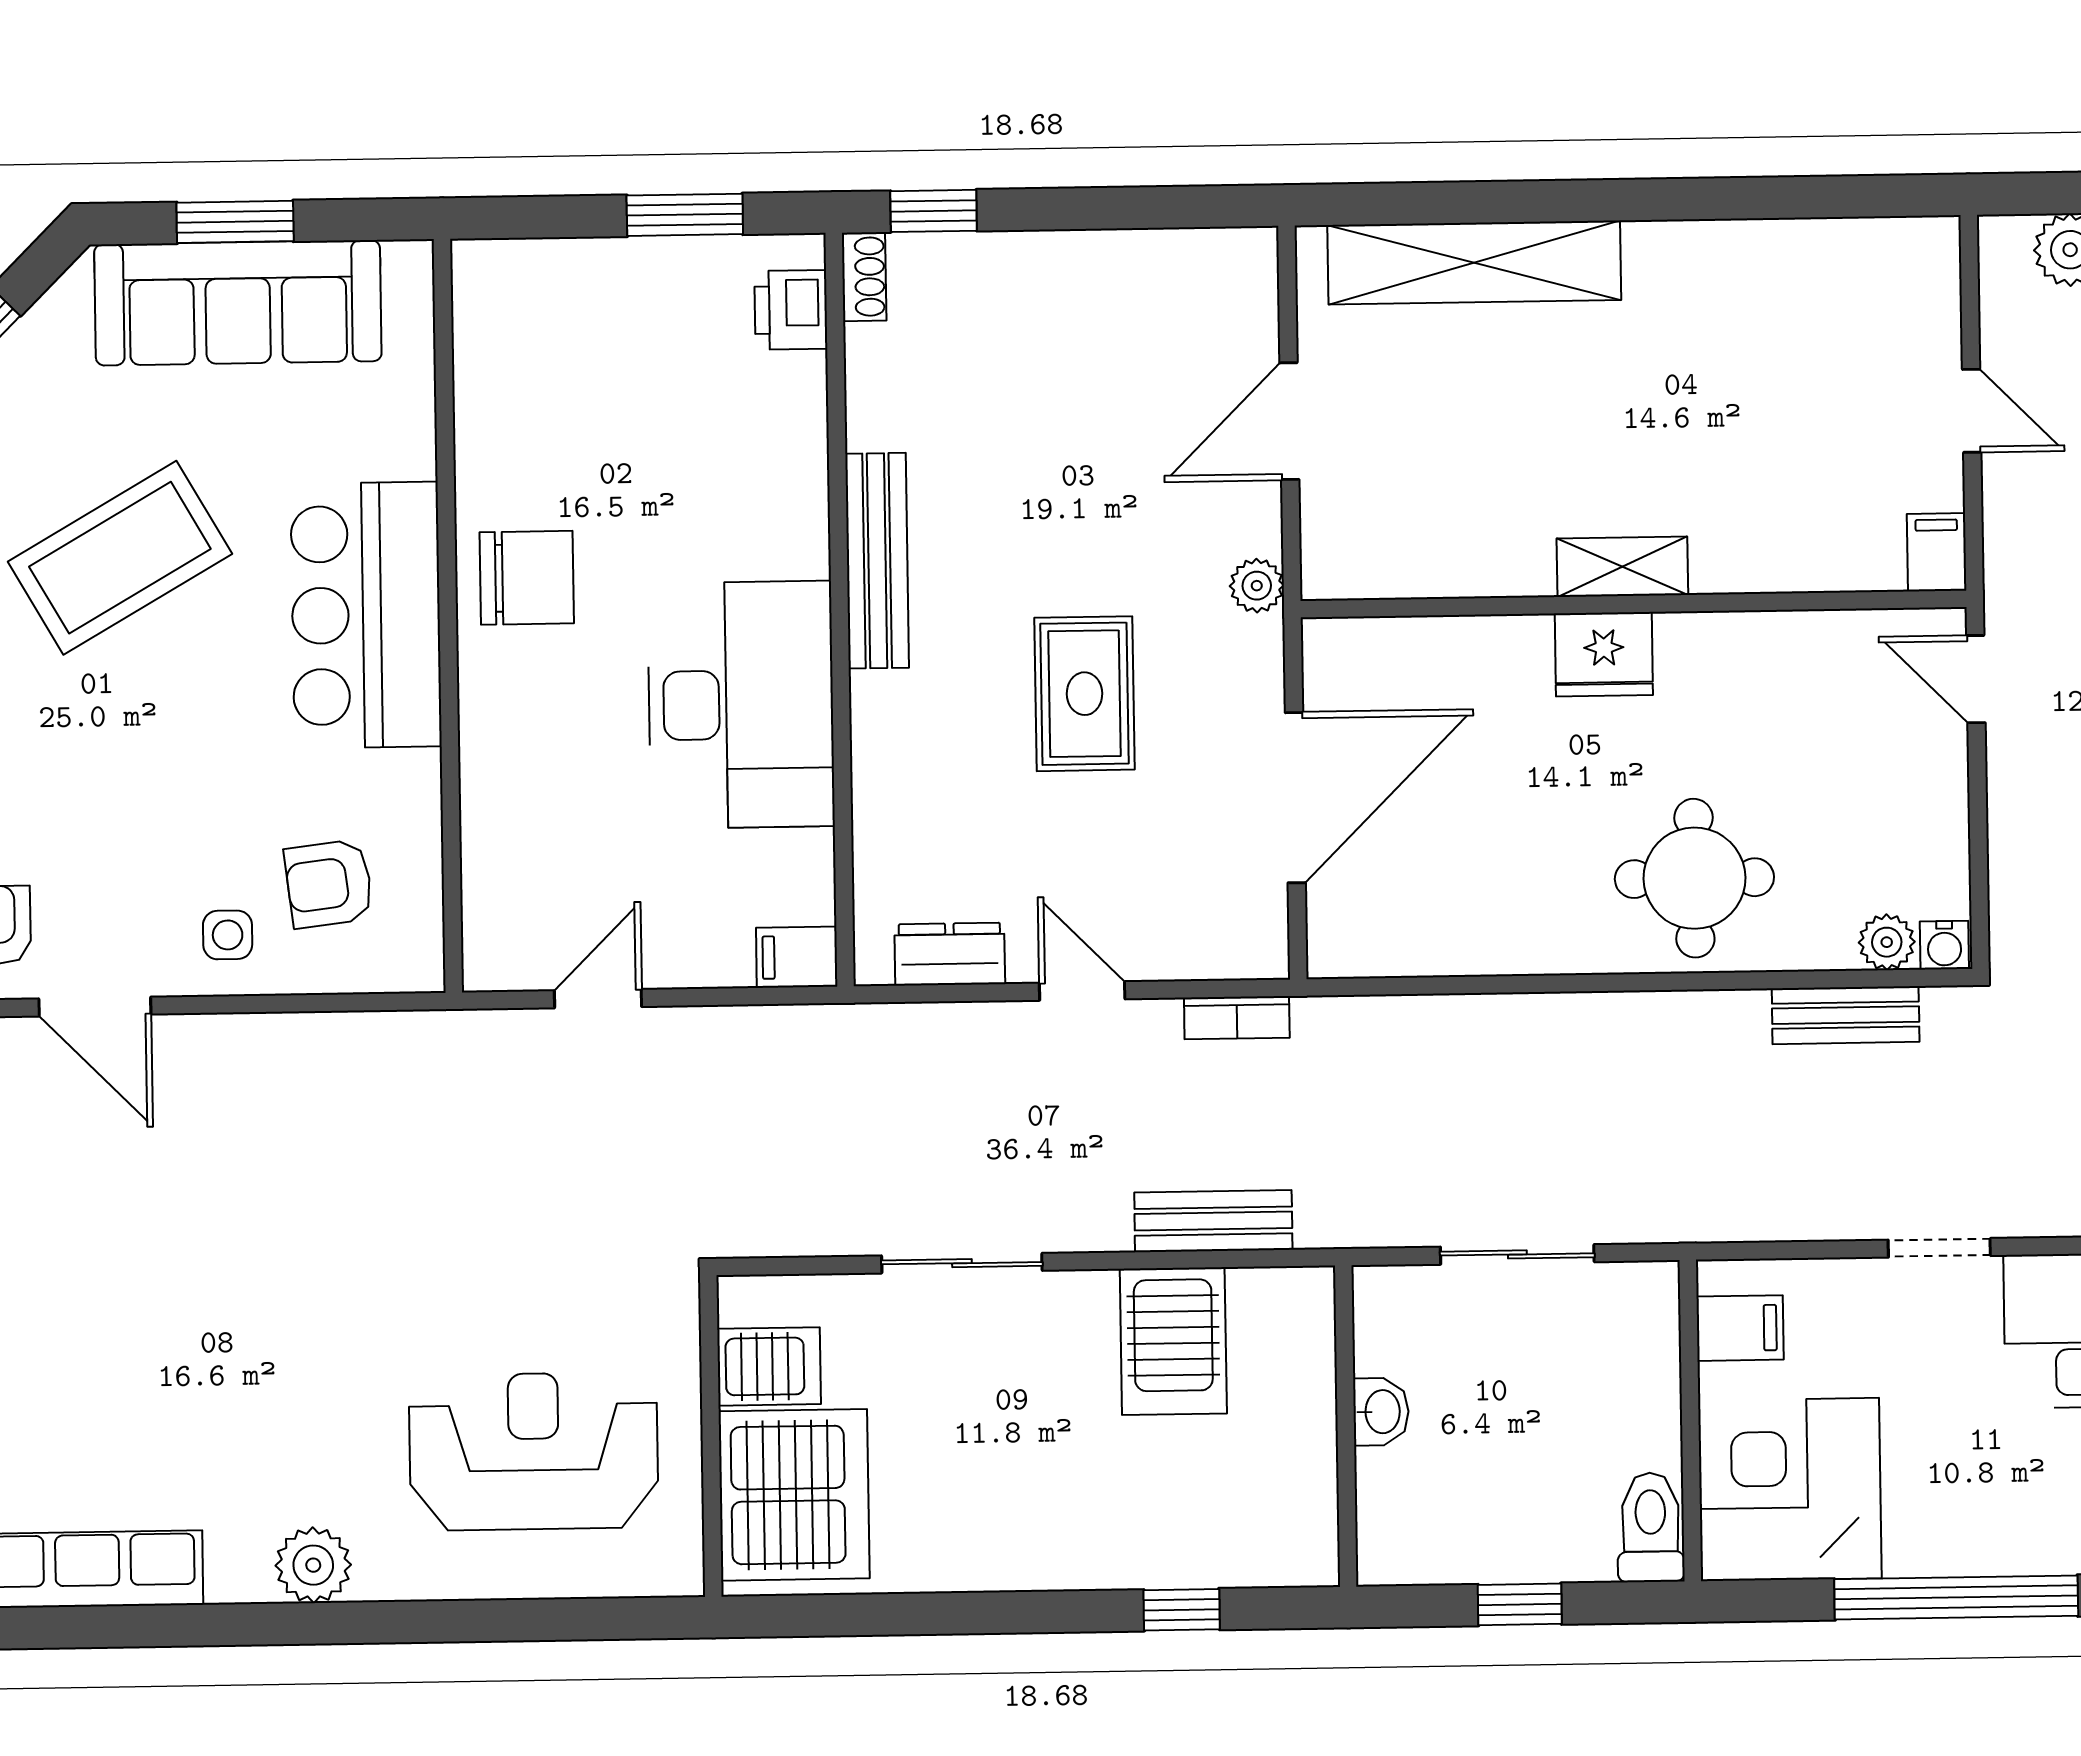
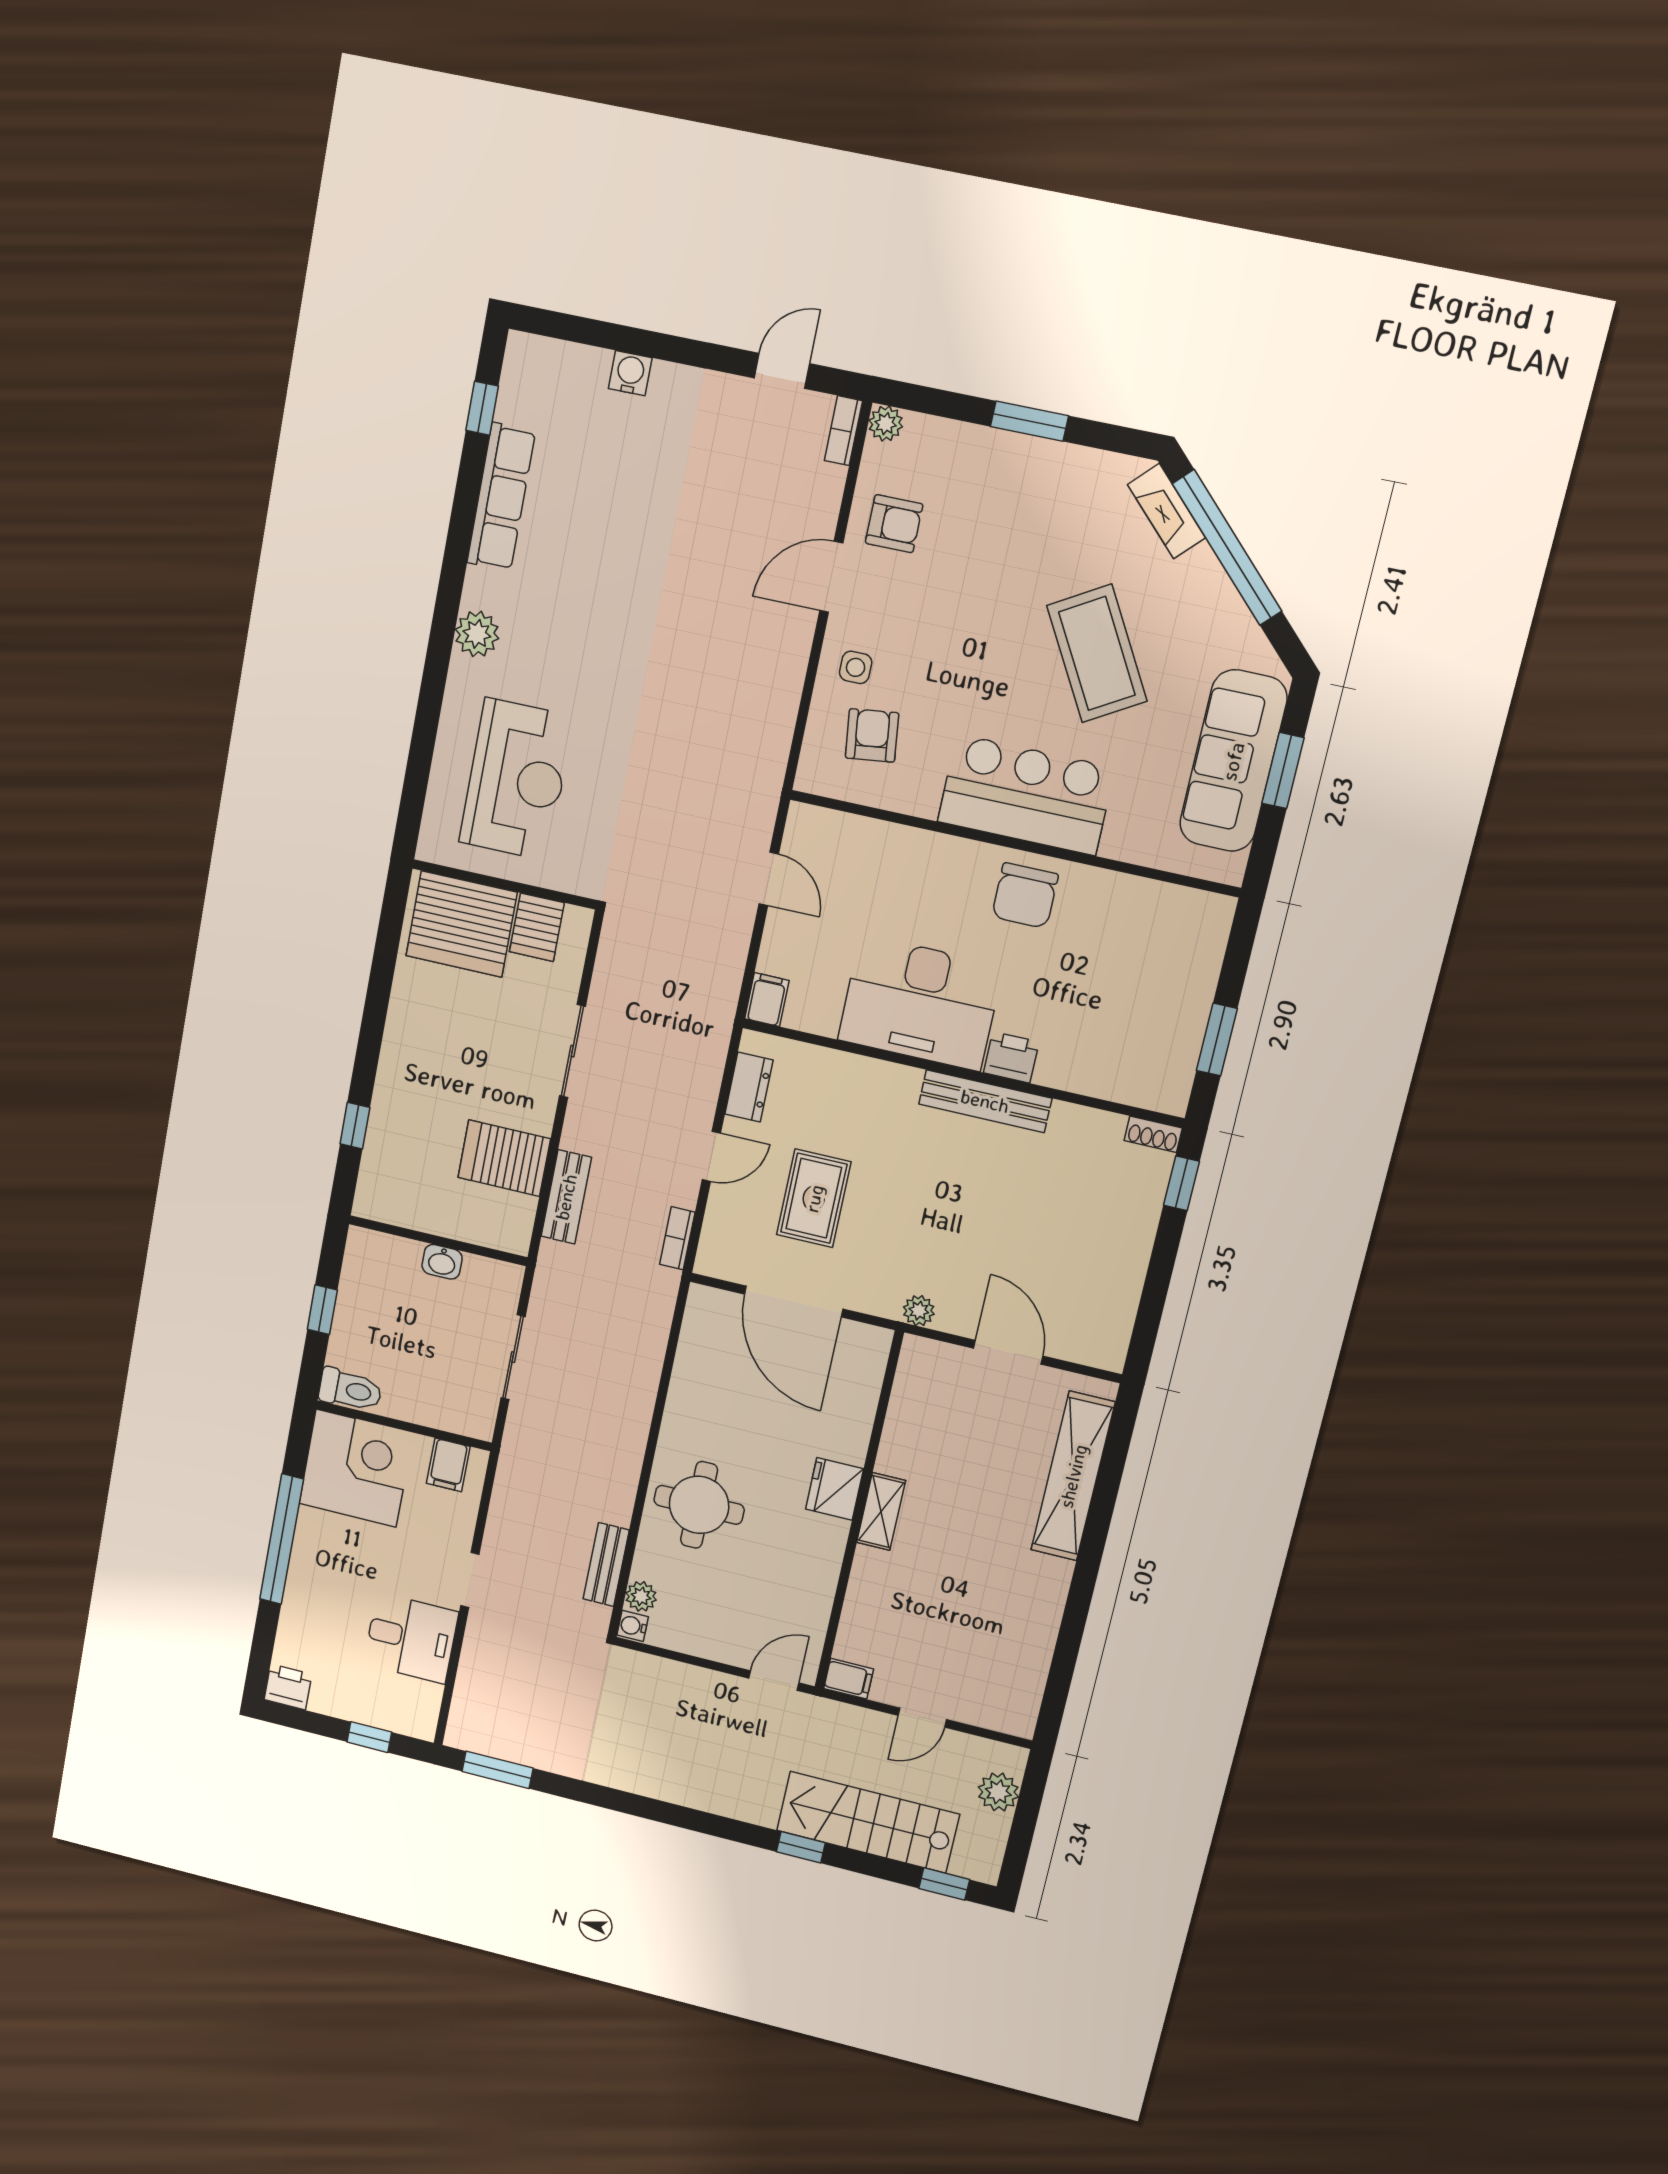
printer: (791, 310) -> (1011, 1057), moved
rug: (1085, 694) -> (814, 1198), moved, turned 90

